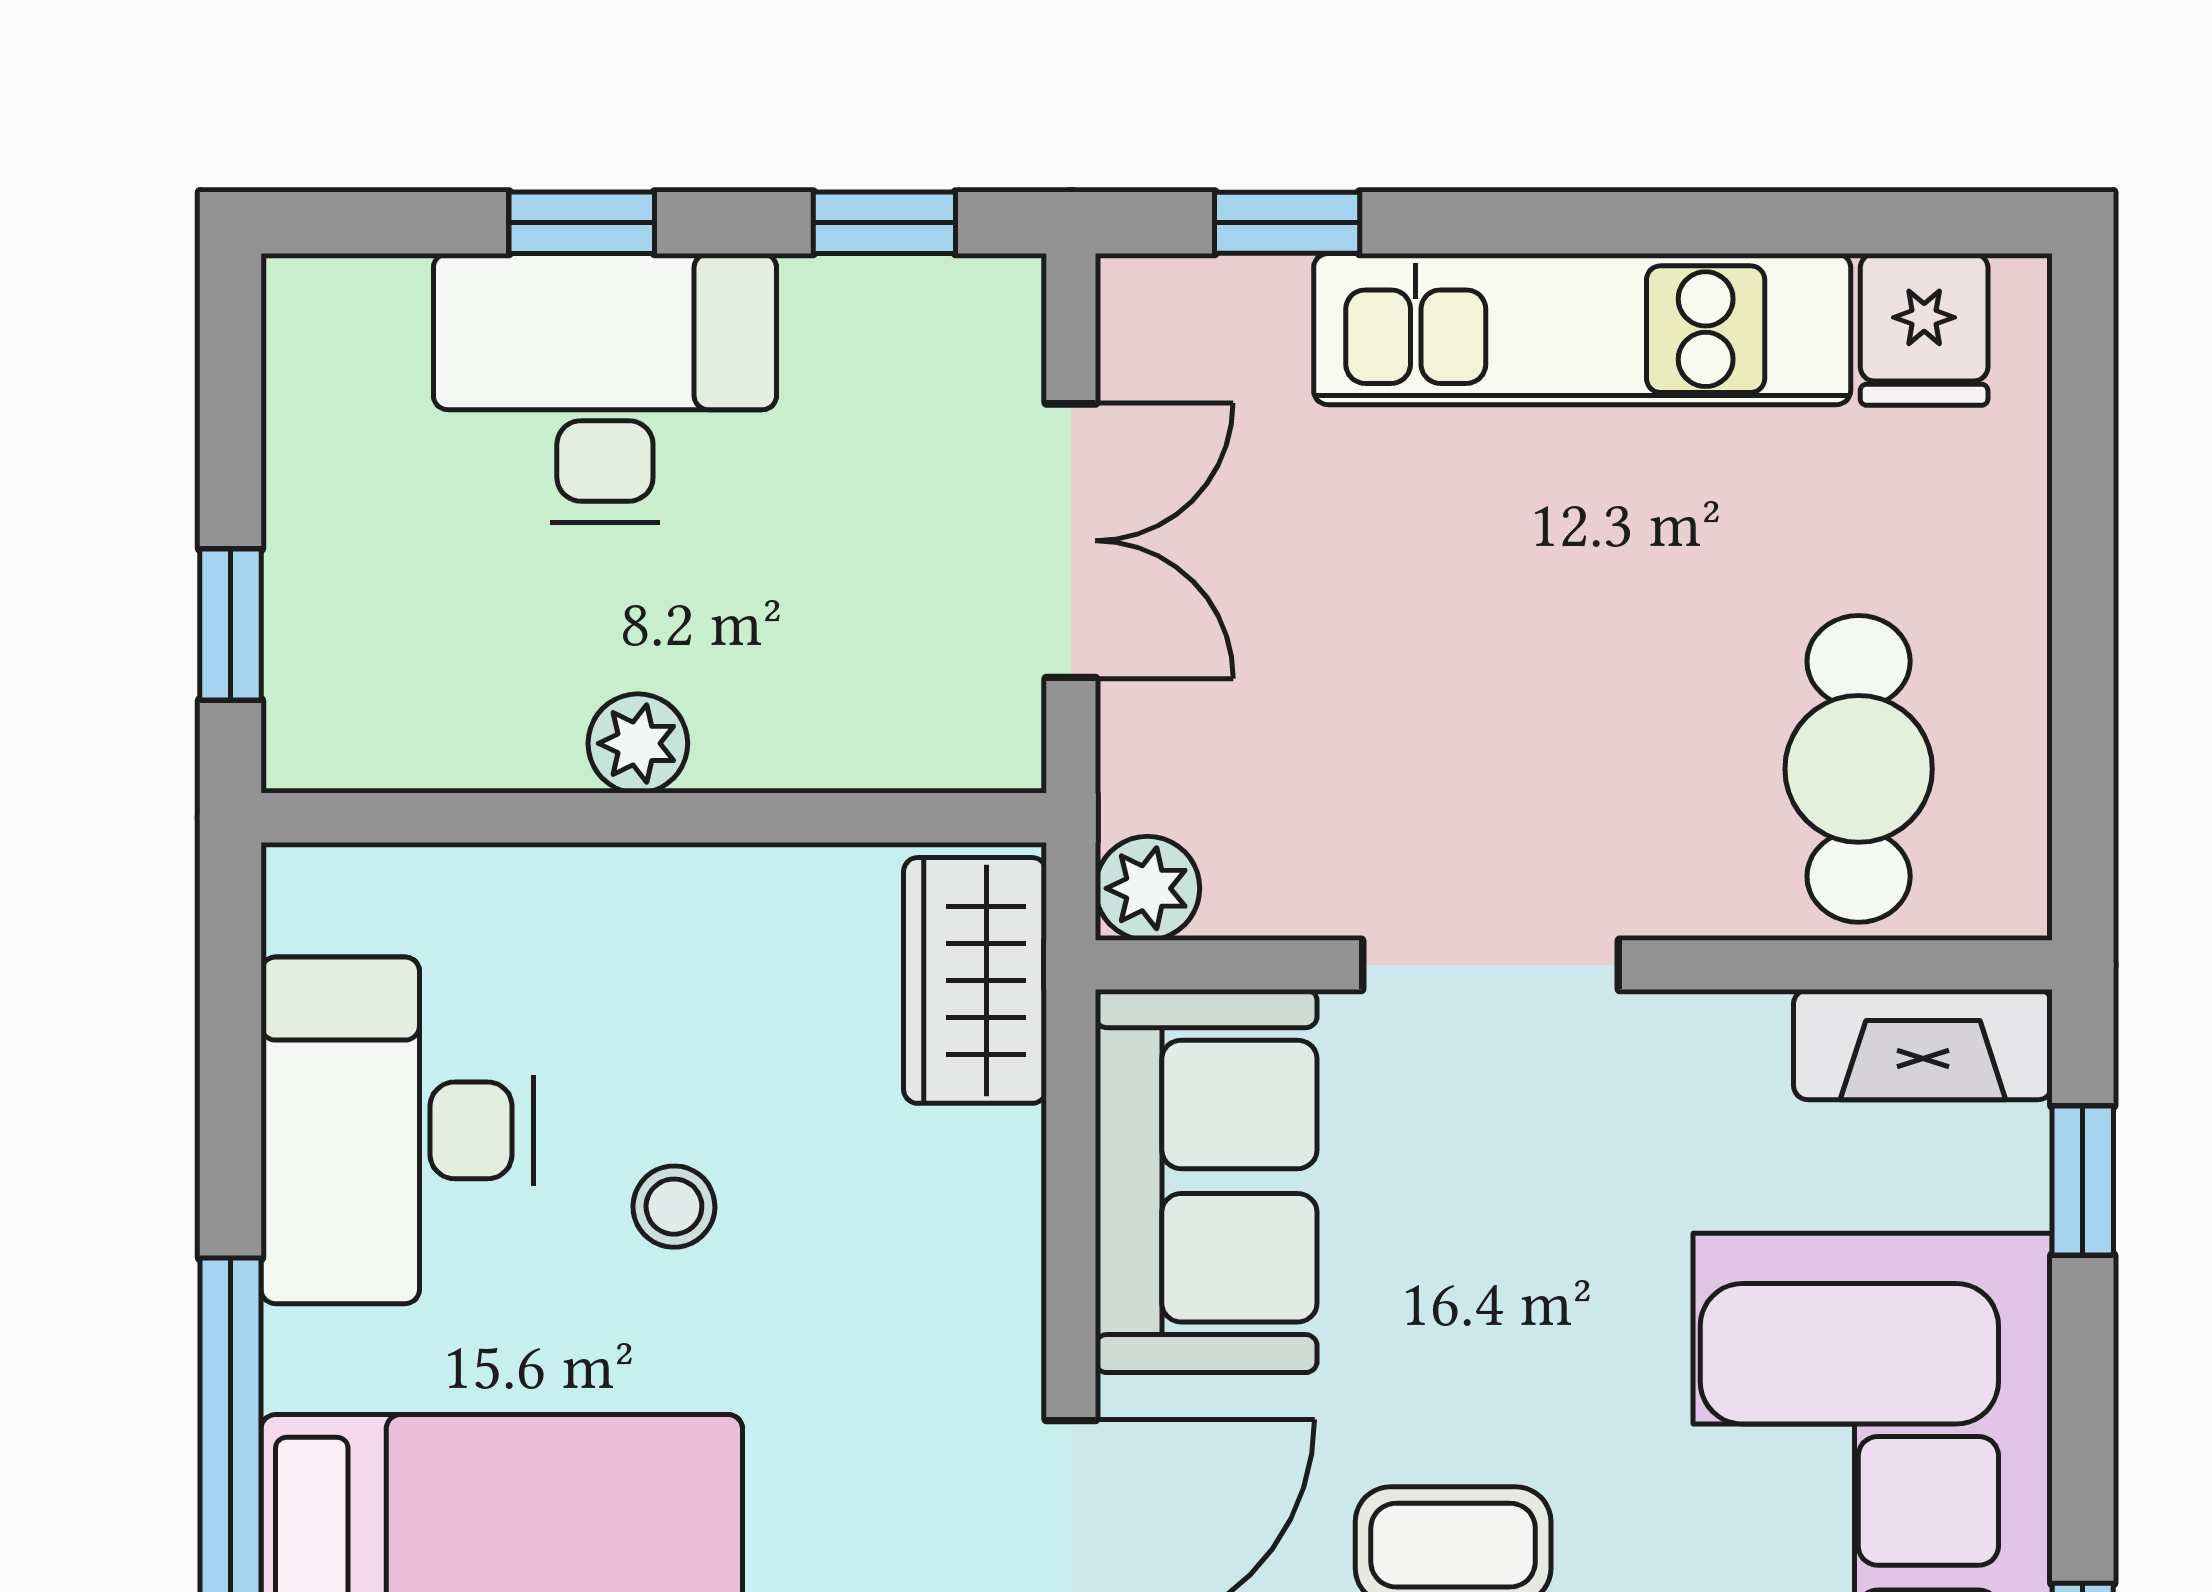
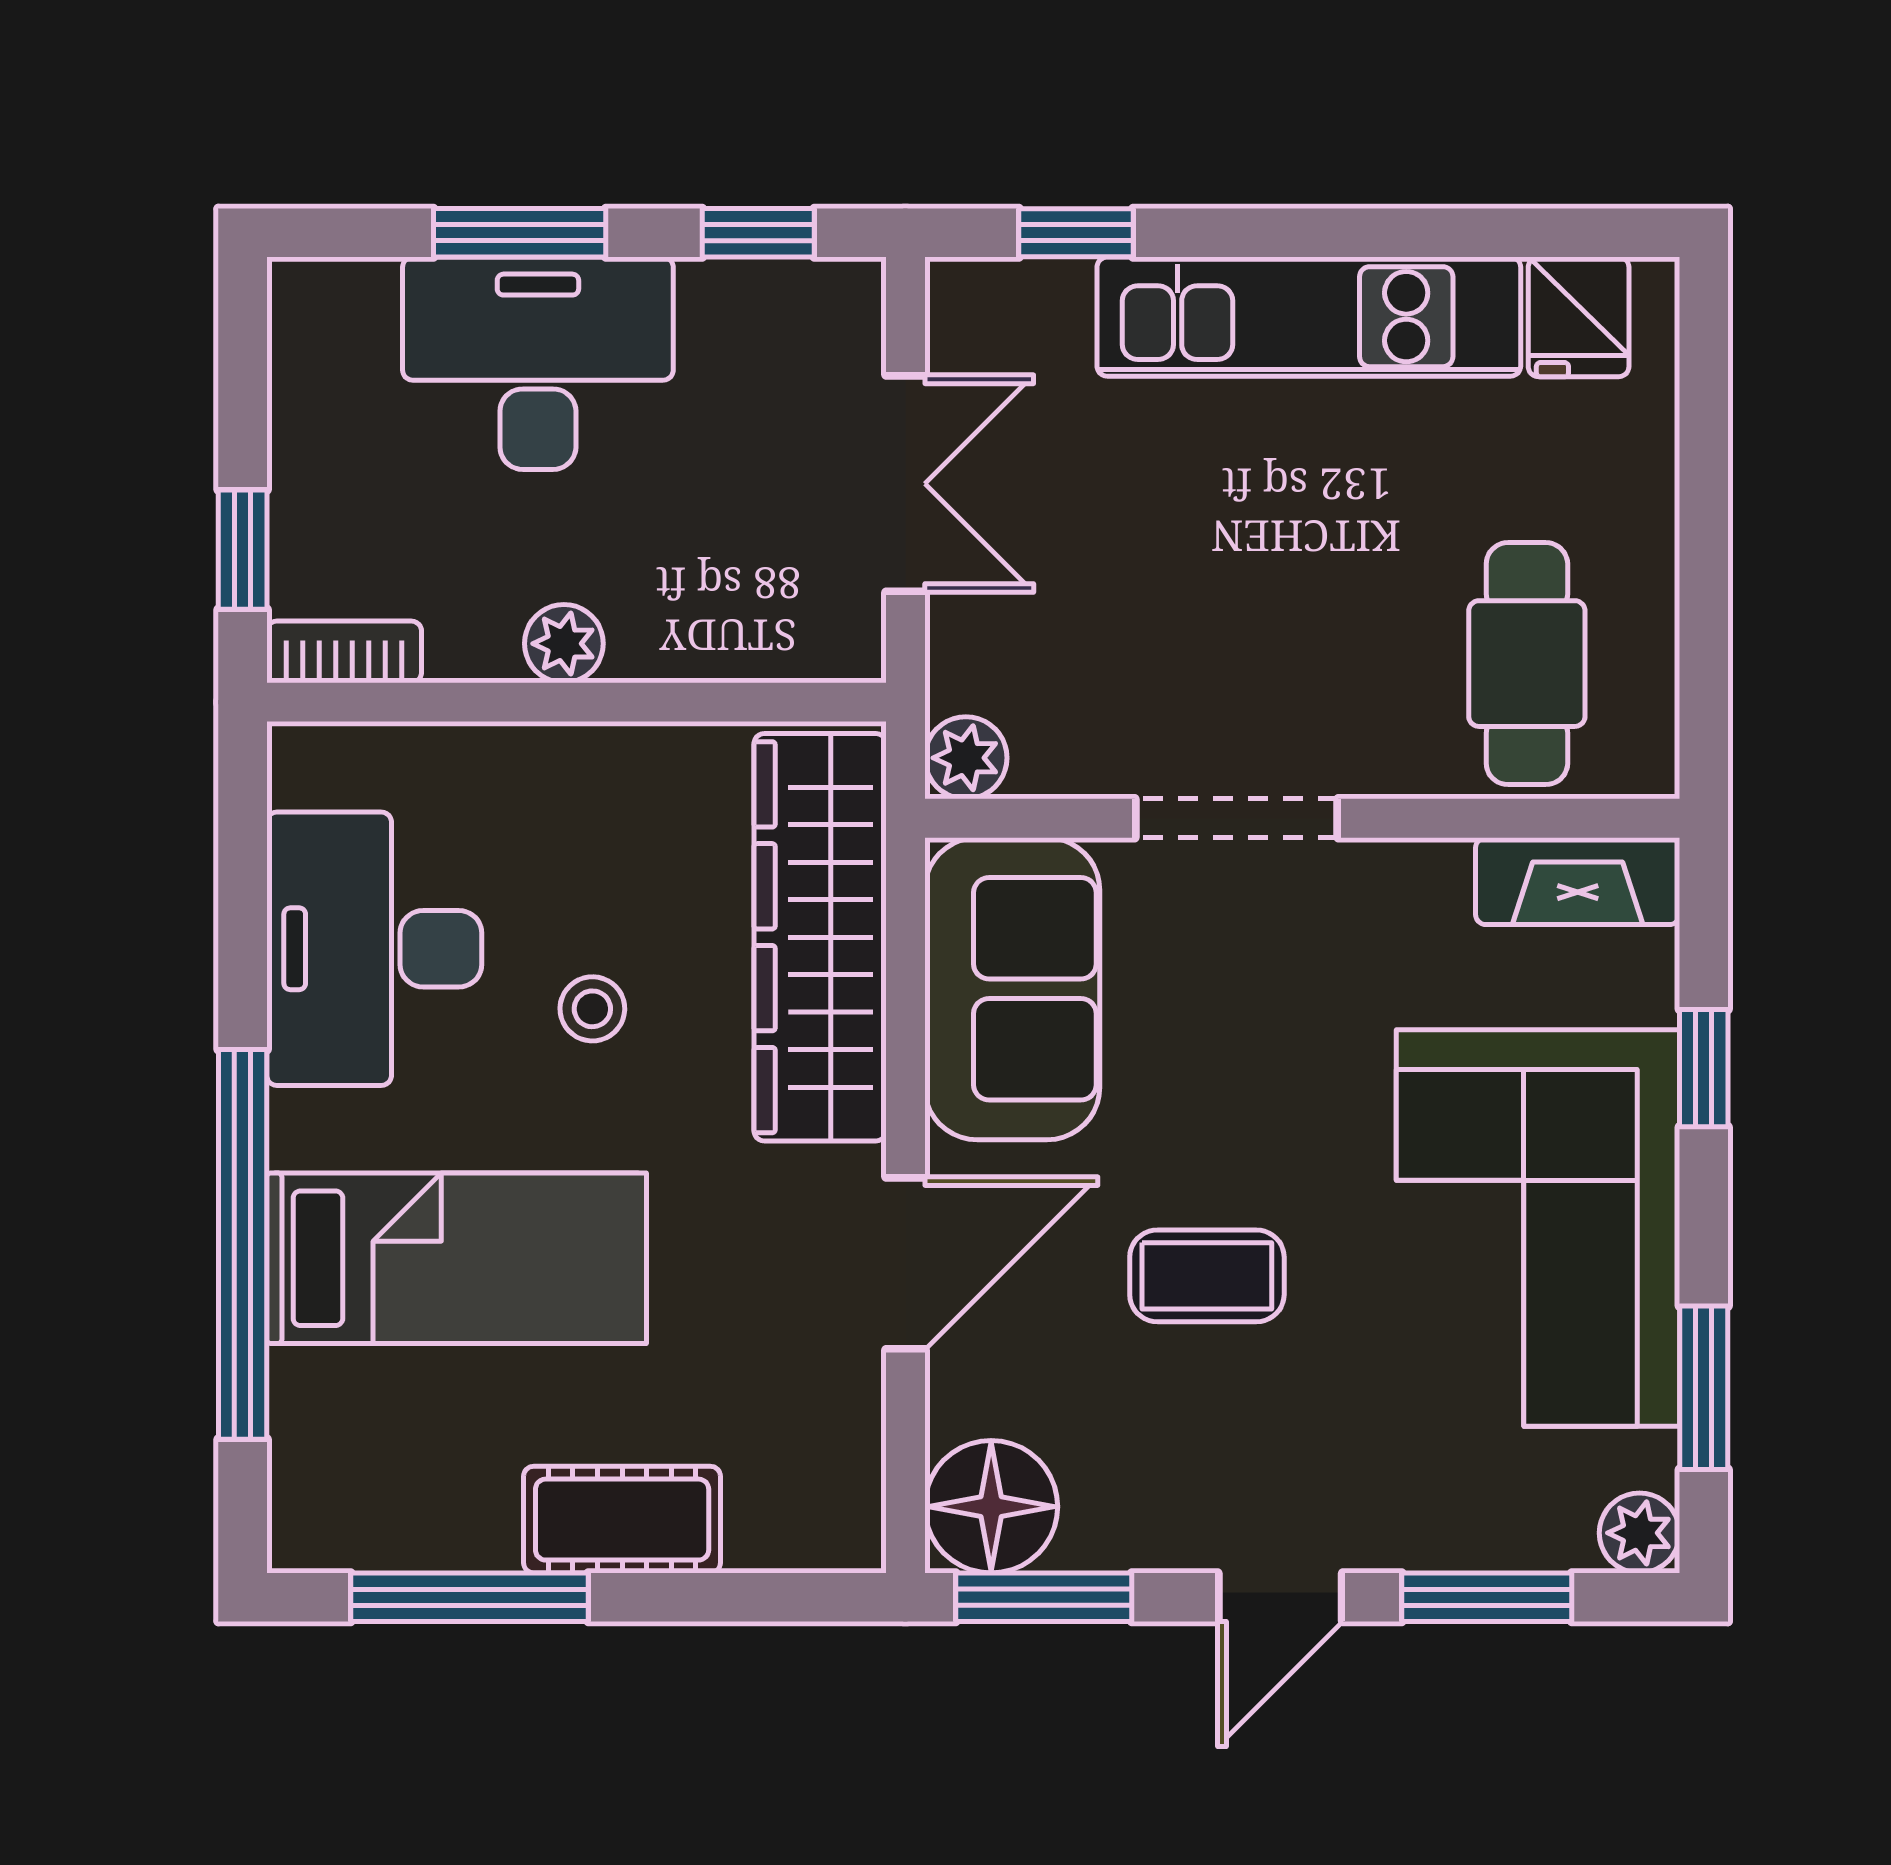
window: (582, 223) -> (520, 233), width x1.50
bookcase: (359, 754) -> (344, 652), added
wardrobe: (975, 980) -> (820, 937), width x2.10, depth x1.17
window: (2083, 1180) -> (1704, 1068), moved

